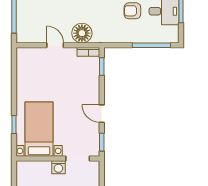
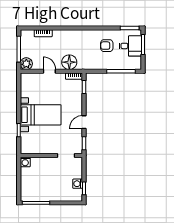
plant: (24, 35) -> (26, 64), added
door: (102, 114) -> (84, 122), hinge flipped
bed with nightstands: (39, 129) -> (41, 115), moved, turned 90
washing machine: (58, 167) -> (25, 162), moved

